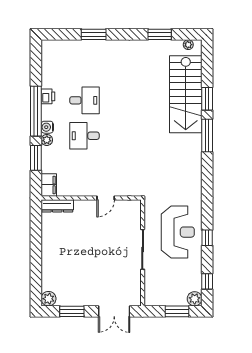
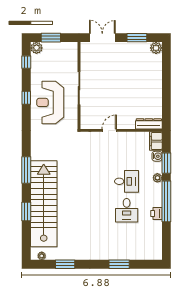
stairs: (186, 94) -> (44, 204), width x1.36
desk: (84, 100) -> (127, 210), turned -90
water cooler: (47, 127) -> (157, 156), moved
window: (207, 136) -> (26, 170), moved

